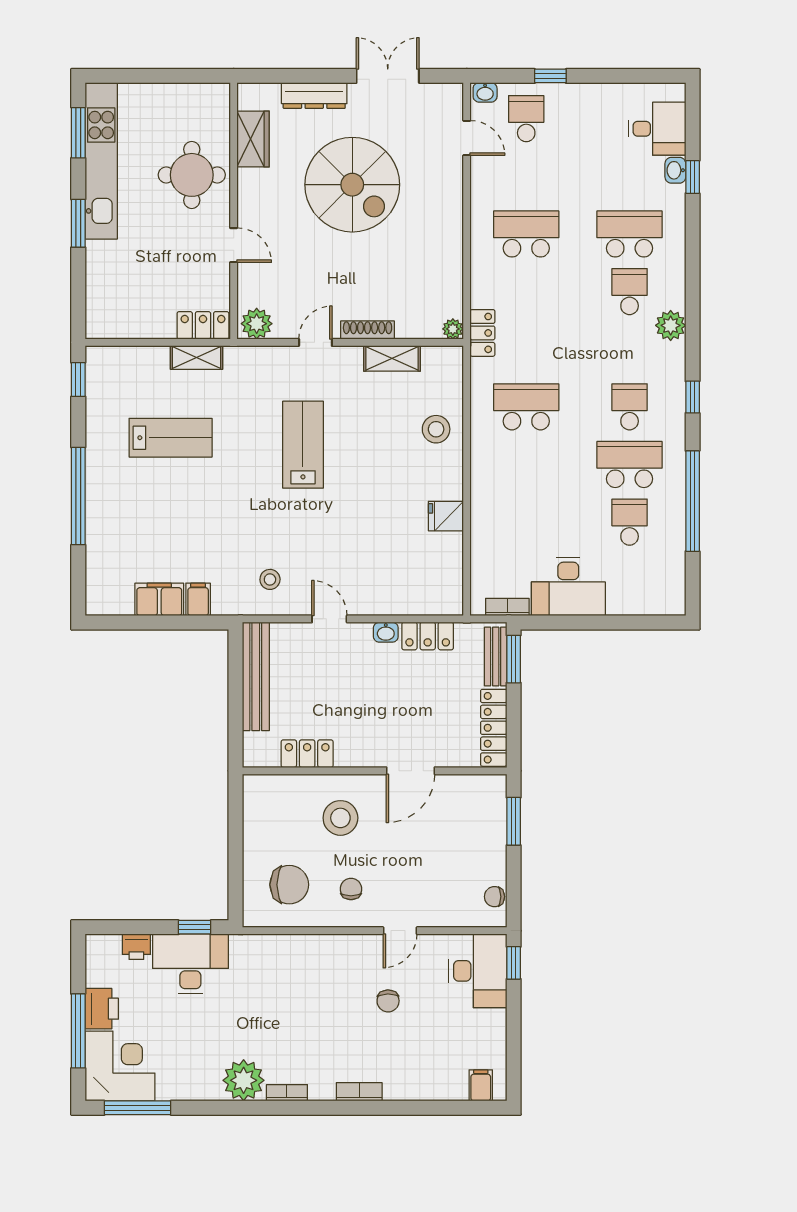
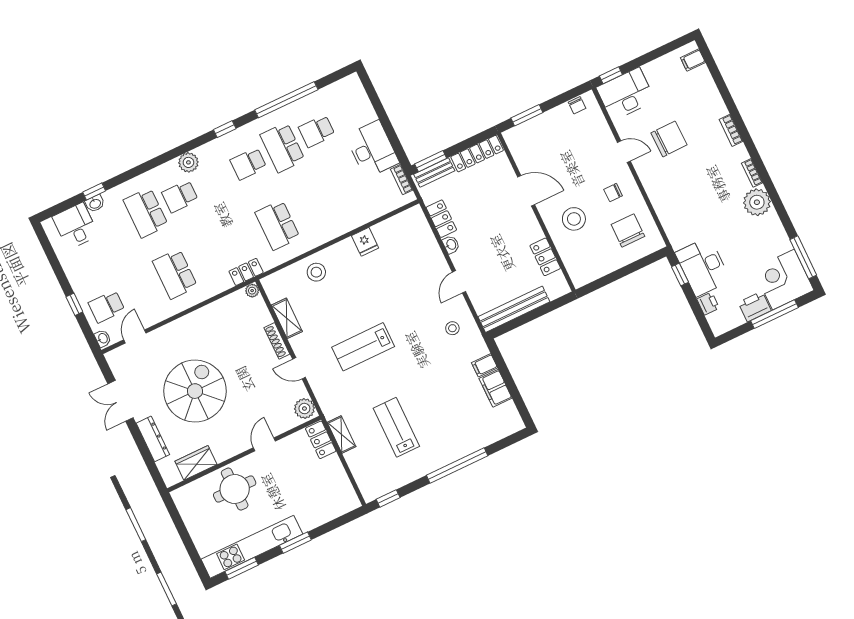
chair: (388, 1001) -> (669, 139), width x1.87, depth x1.87

